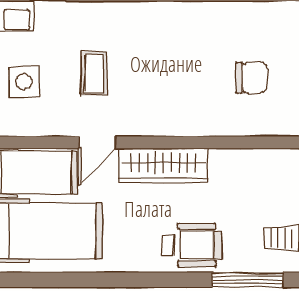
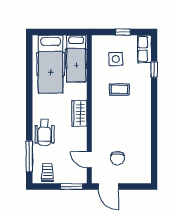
door: (97, 142) -> (89, 160), moved
wardrobe: (163, 165) -> (79, 113), width x0.67

